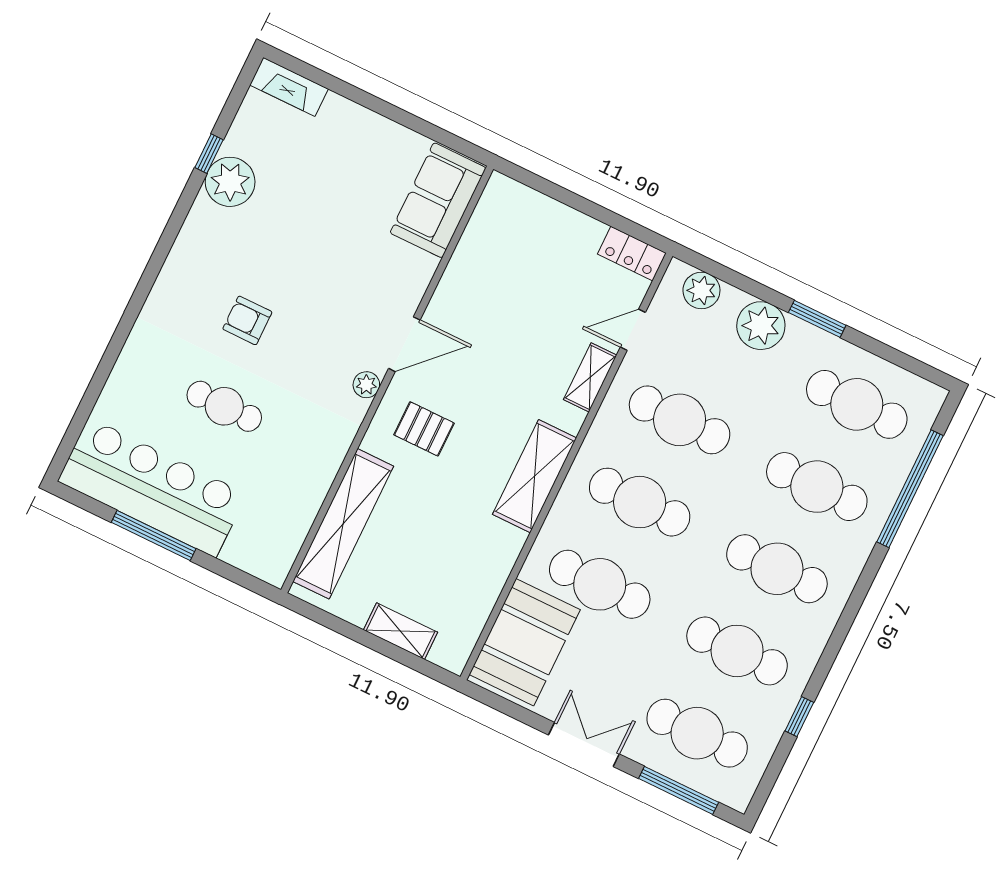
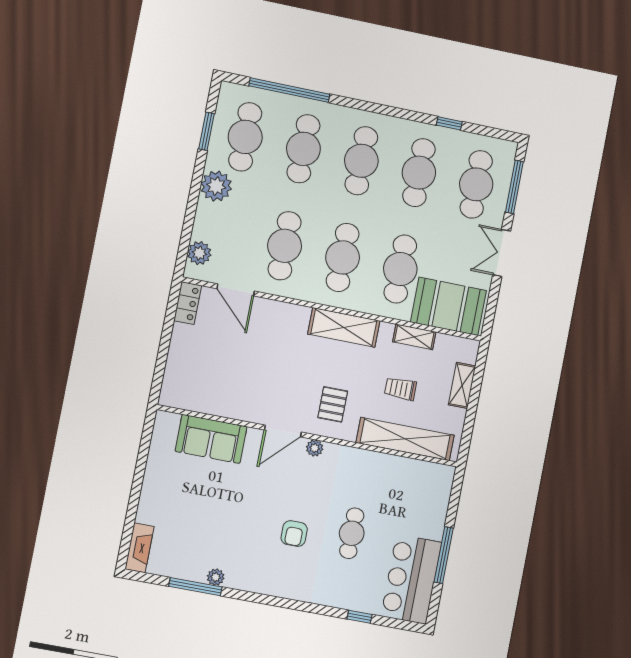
window: (209, 154) -> (195, 587), width x2.17
plant: (230, 182) -> (216, 577), width x0.53, depth x0.53
sofa: (438, 200) -> (211, 439), moved
window: (817, 319) -> (207, 131), moved
plant: (761, 326) -> (216, 186), moved
door: (633, 330) -> (236, 290), width x1.37
door: (404, 344) -> (283, 431), swing flipped
shelving: (590, 377) -> (414, 337), moved
window: (97, 385) -> (360, 617), added
bar counter: (152, 488) -> (411, 579), width x0.73
trolley: (420, 537) -> (400, 389), added

